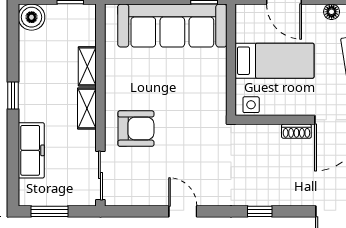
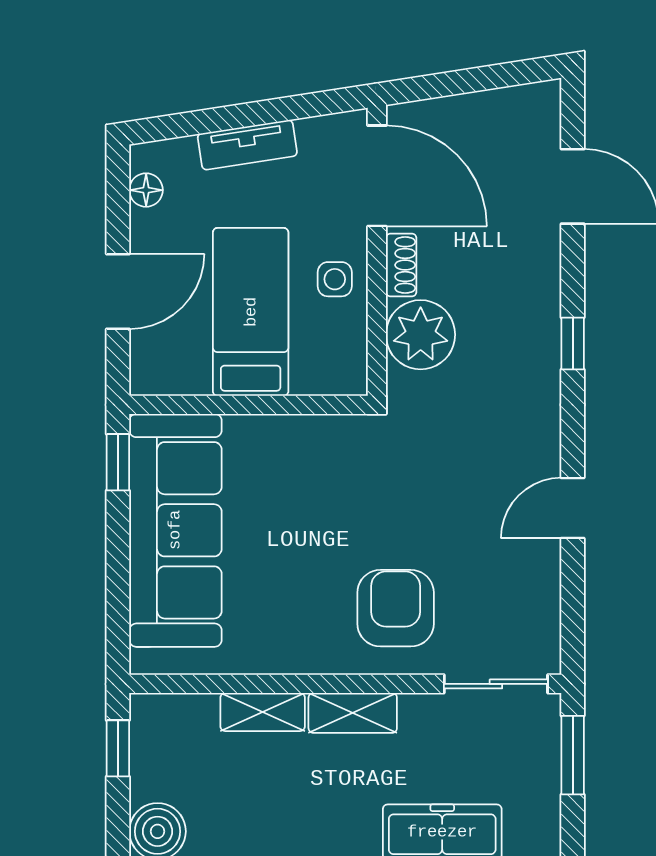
side table: (251, 105) -> (335, 279), moved
plant: (264, 140) -> (421, 335), added
window: (50, 211) -> (573, 755), moved

